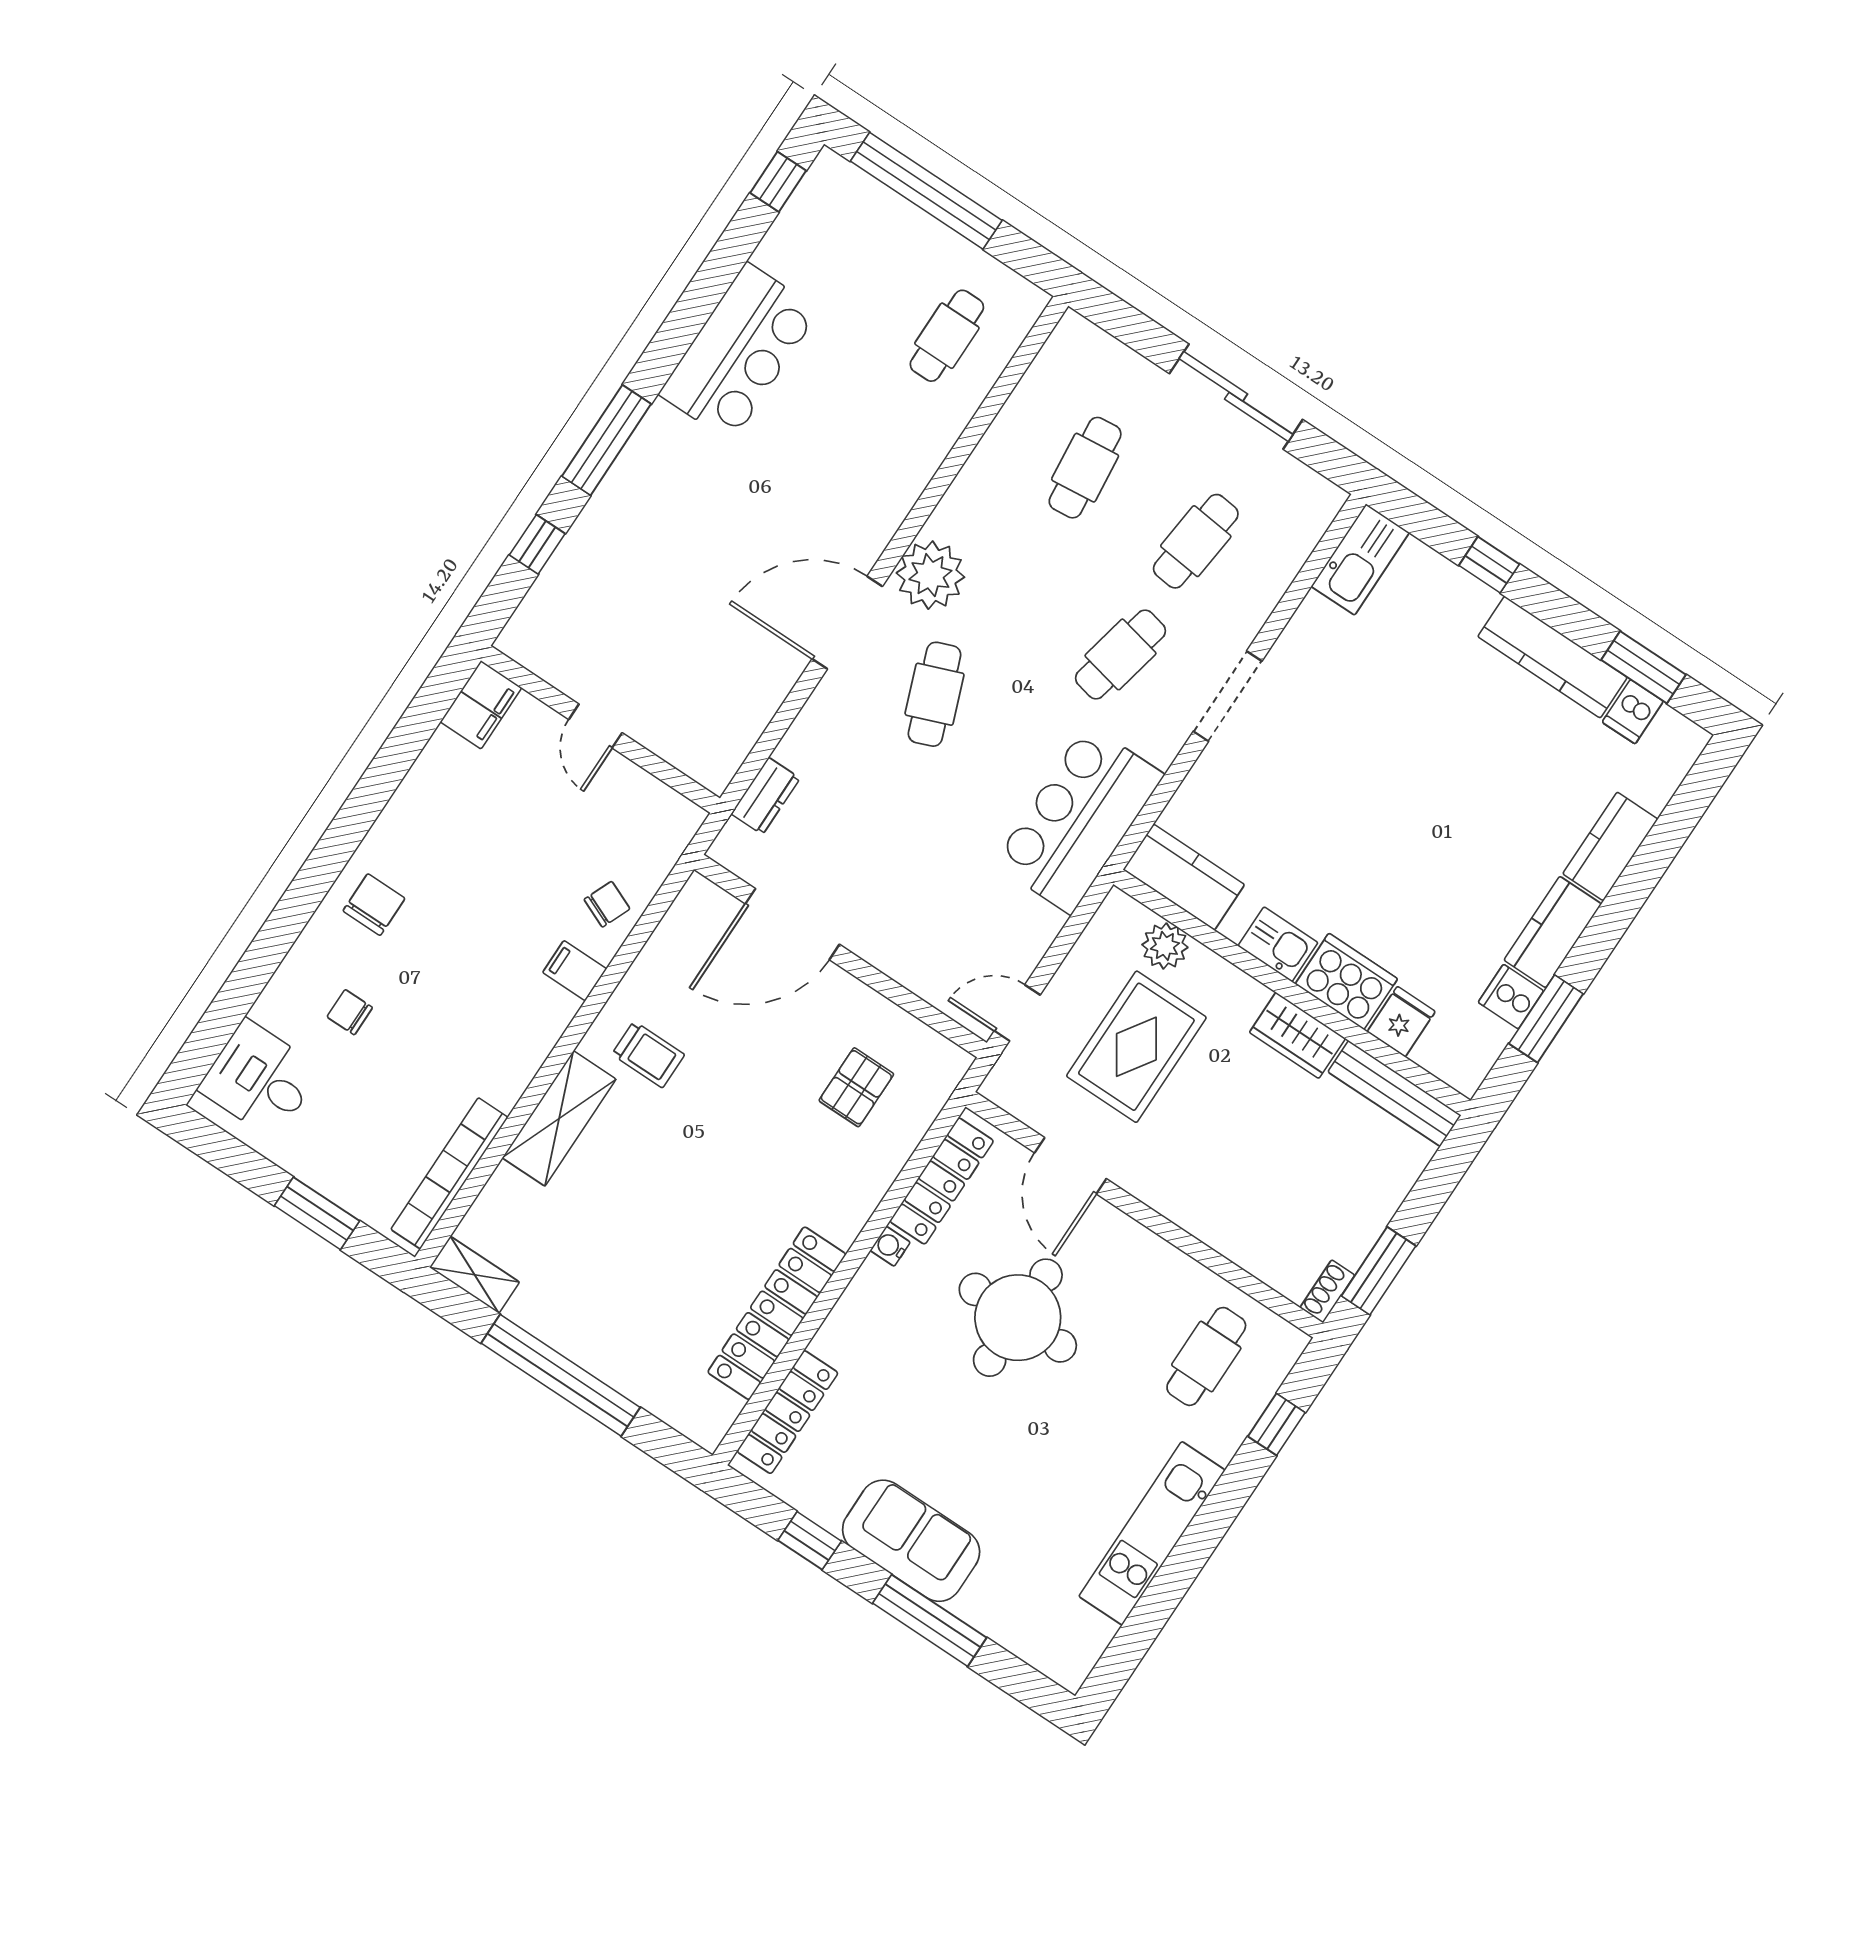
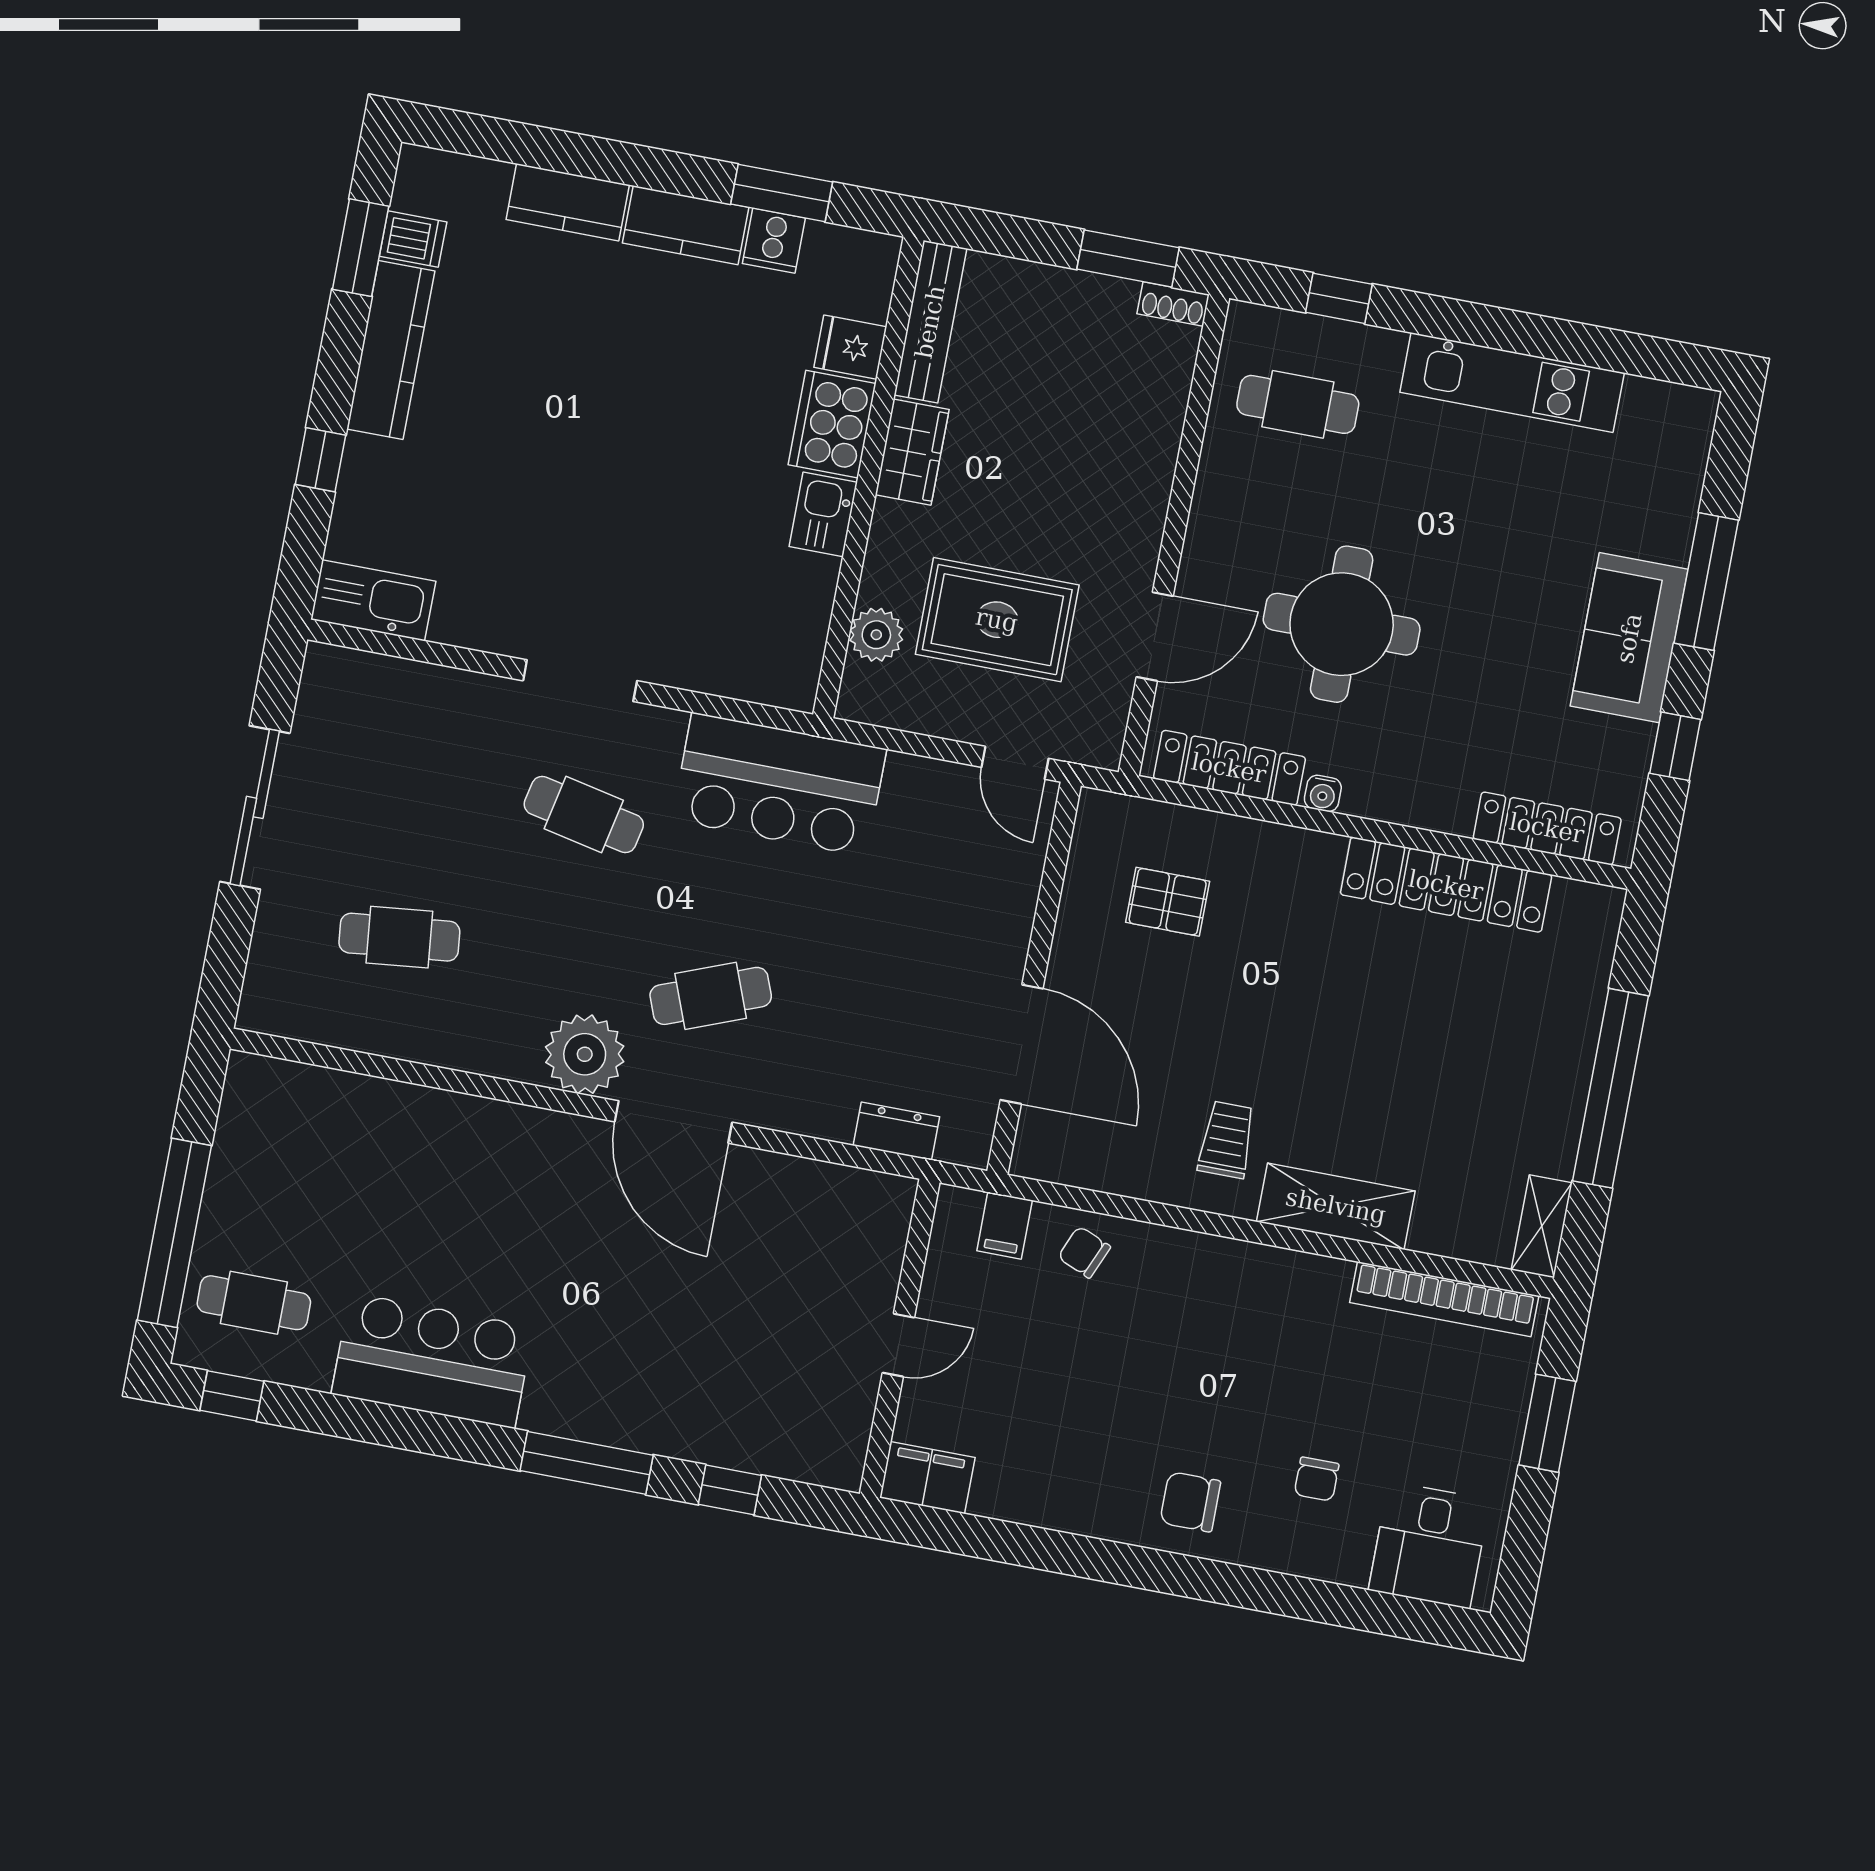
cafe table: (947, 336) -> (254, 1303), moved
cafe table: (1196, 541) -> (428, 785), removed
kitchen counter: (1184, 877) -> (794, 646), removed
filing cabinet: (575, 971) -> (1005, 1225), moved

